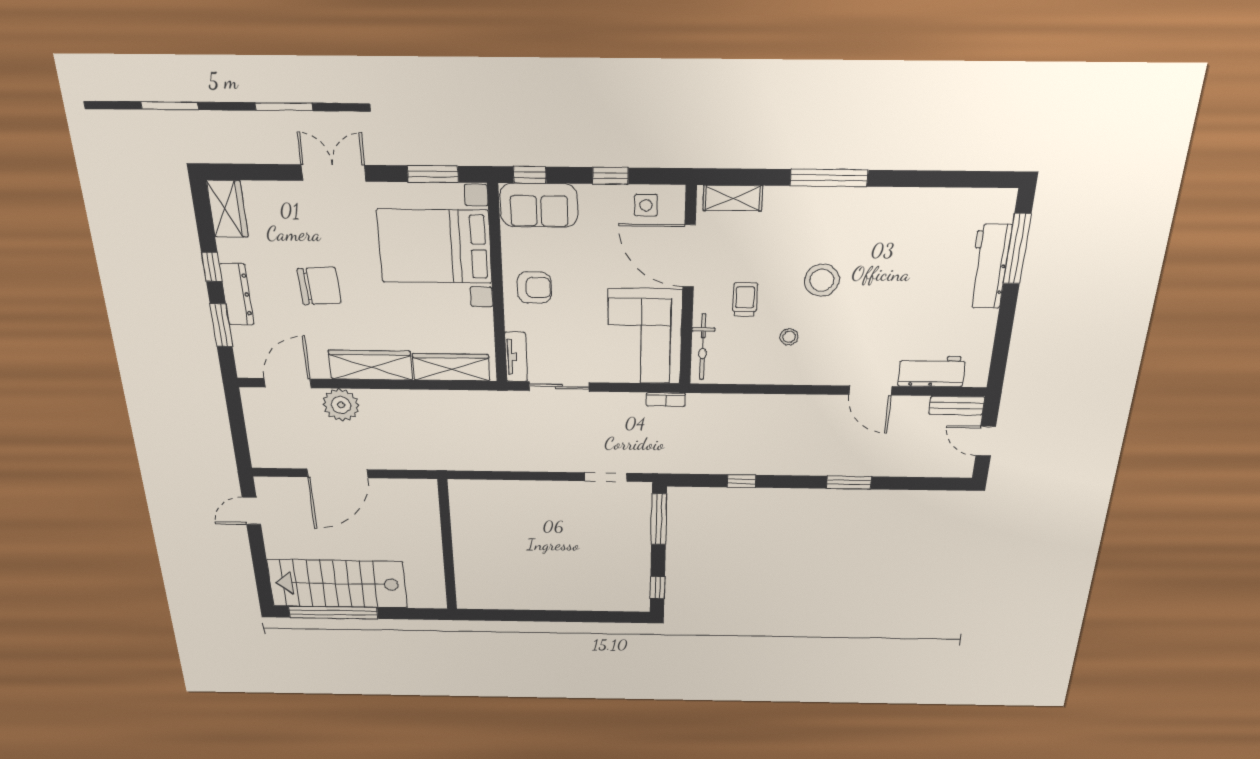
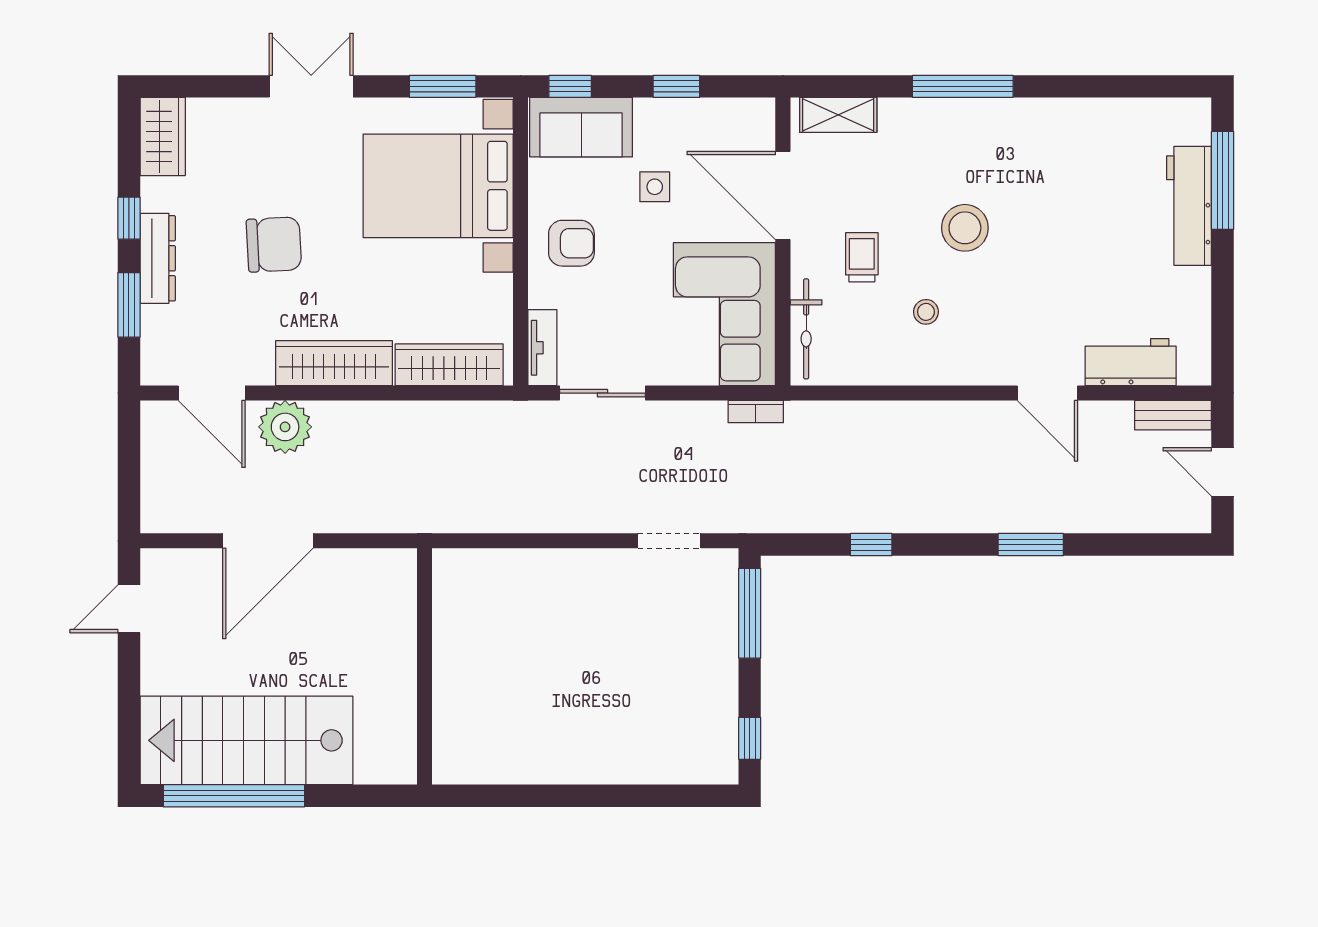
side table: (646, 205) -> (655, 187), moved
door: (288, 383) -> (212, 393), swing flipped

